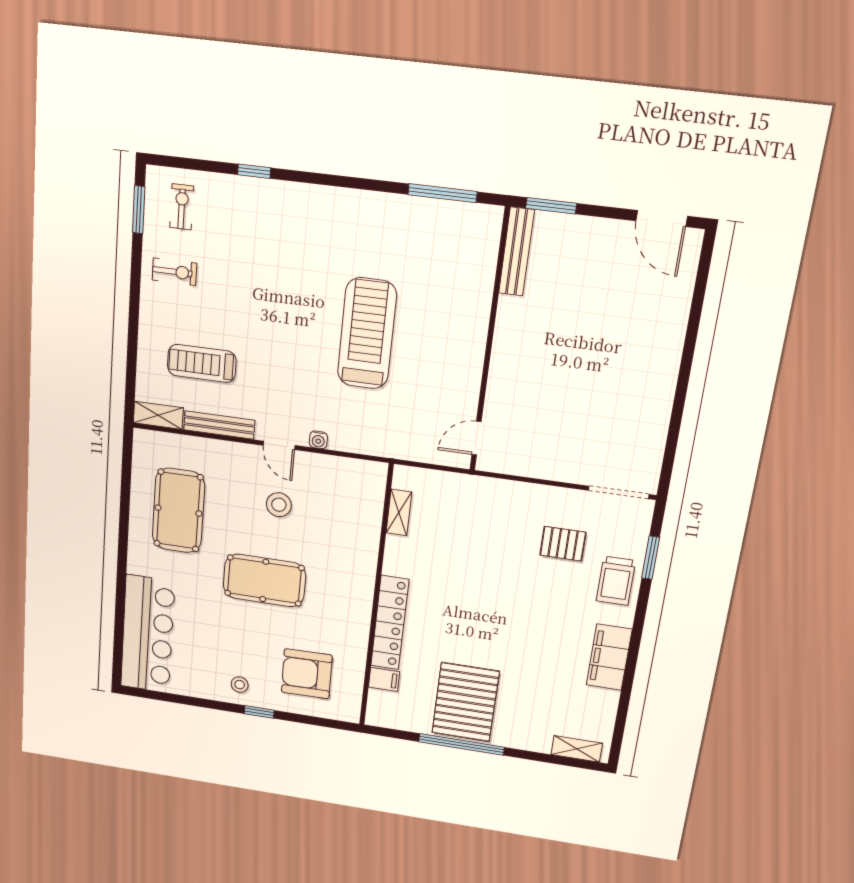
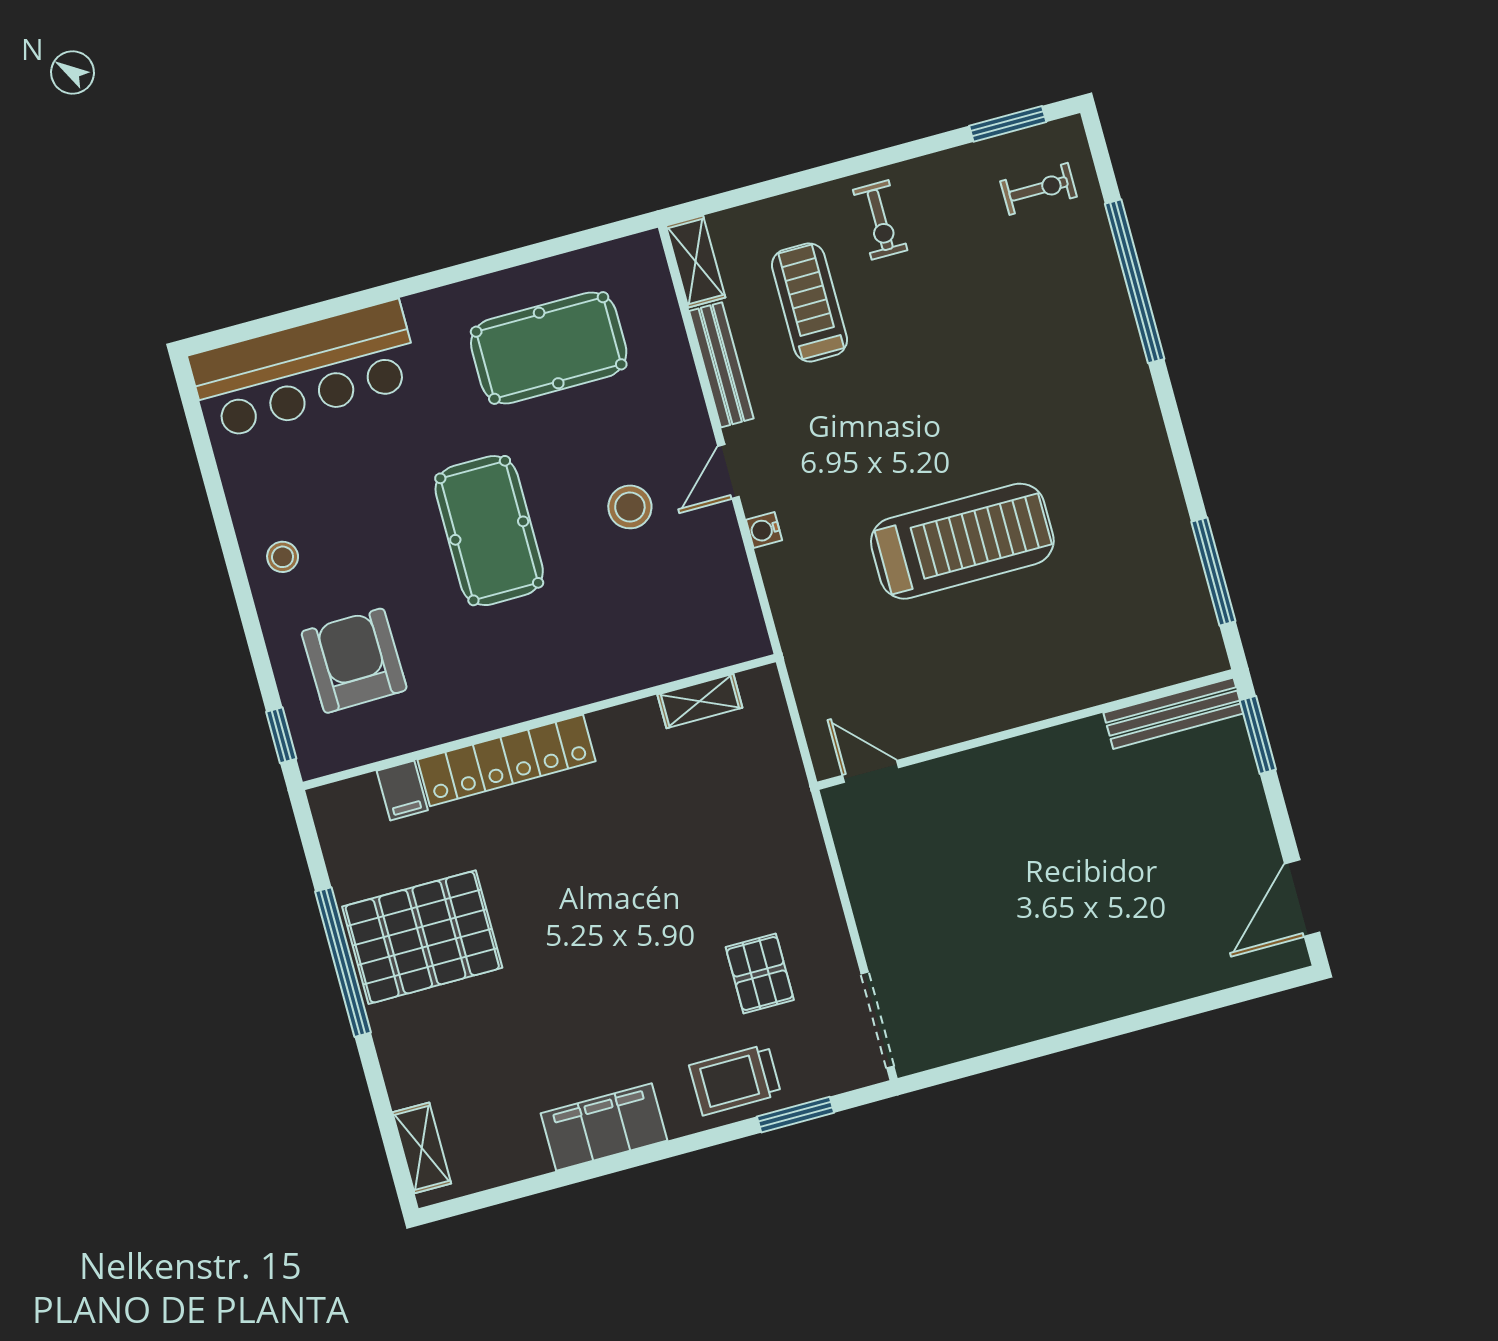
window: (254, 171) -> (1135, 281), width x3.17
exercise bike: (174, 272) -> (880, 220), moved
window: (259, 712) -> (281, 735), moved

